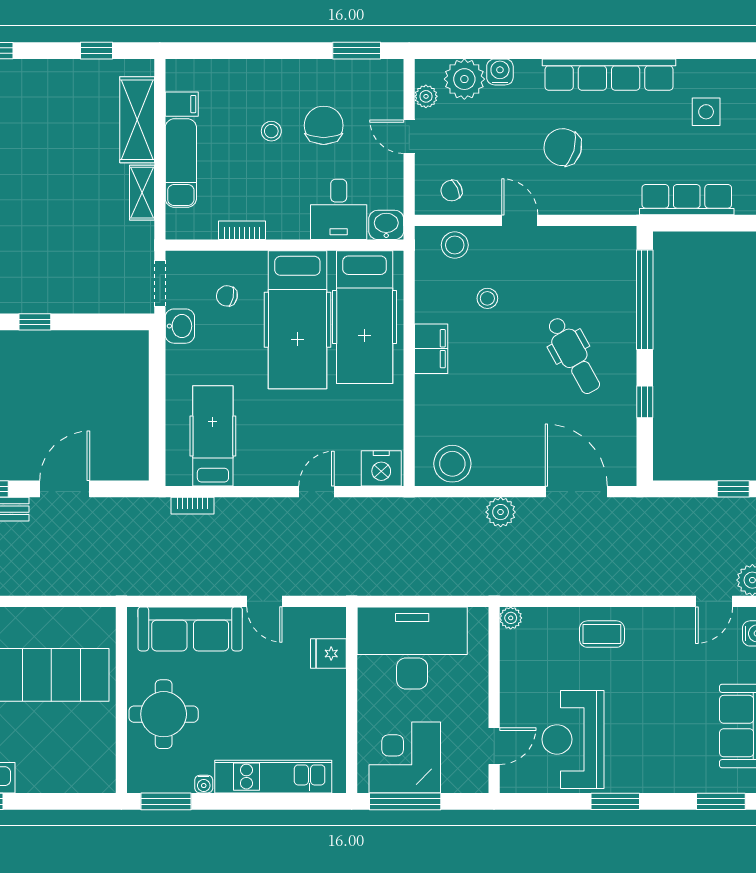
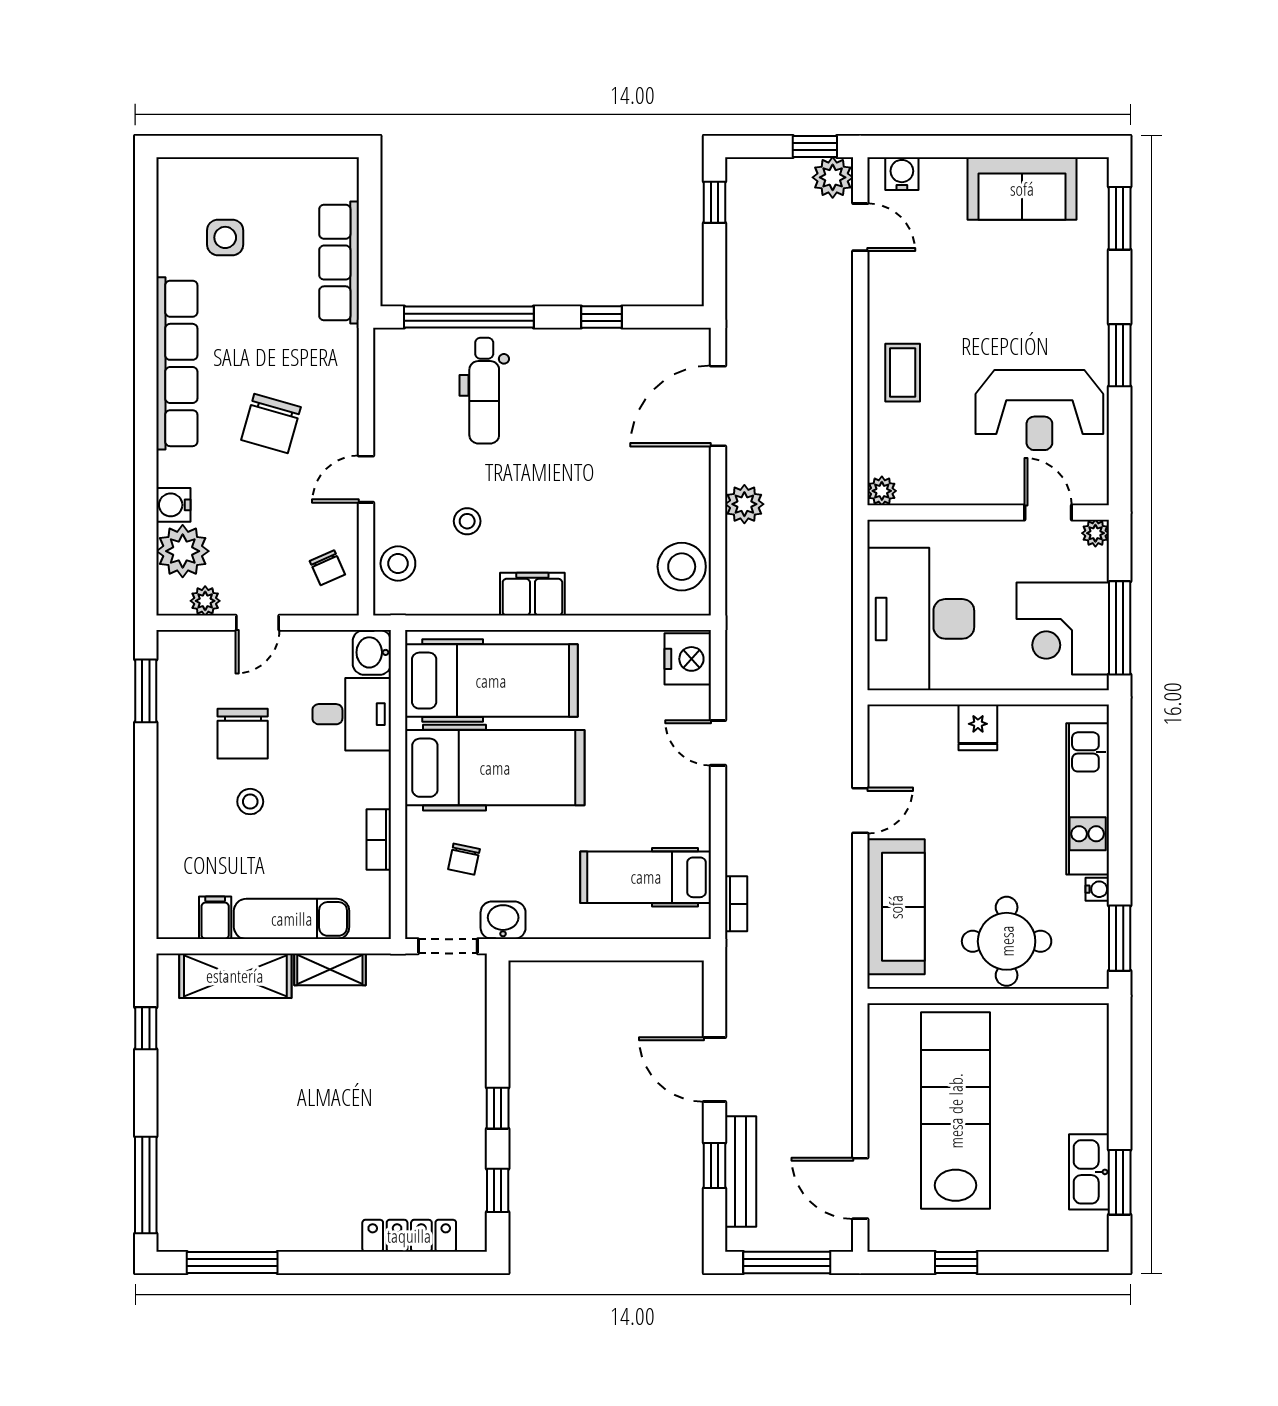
chair: (324, 125) -> (243, 734), turned -90
dental chair: (573, 355) -> (484, 391), moved, turned 119
fridge: (328, 654) -> (978, 727), moved
plant: (478, 783) -> (1095, 533), added

